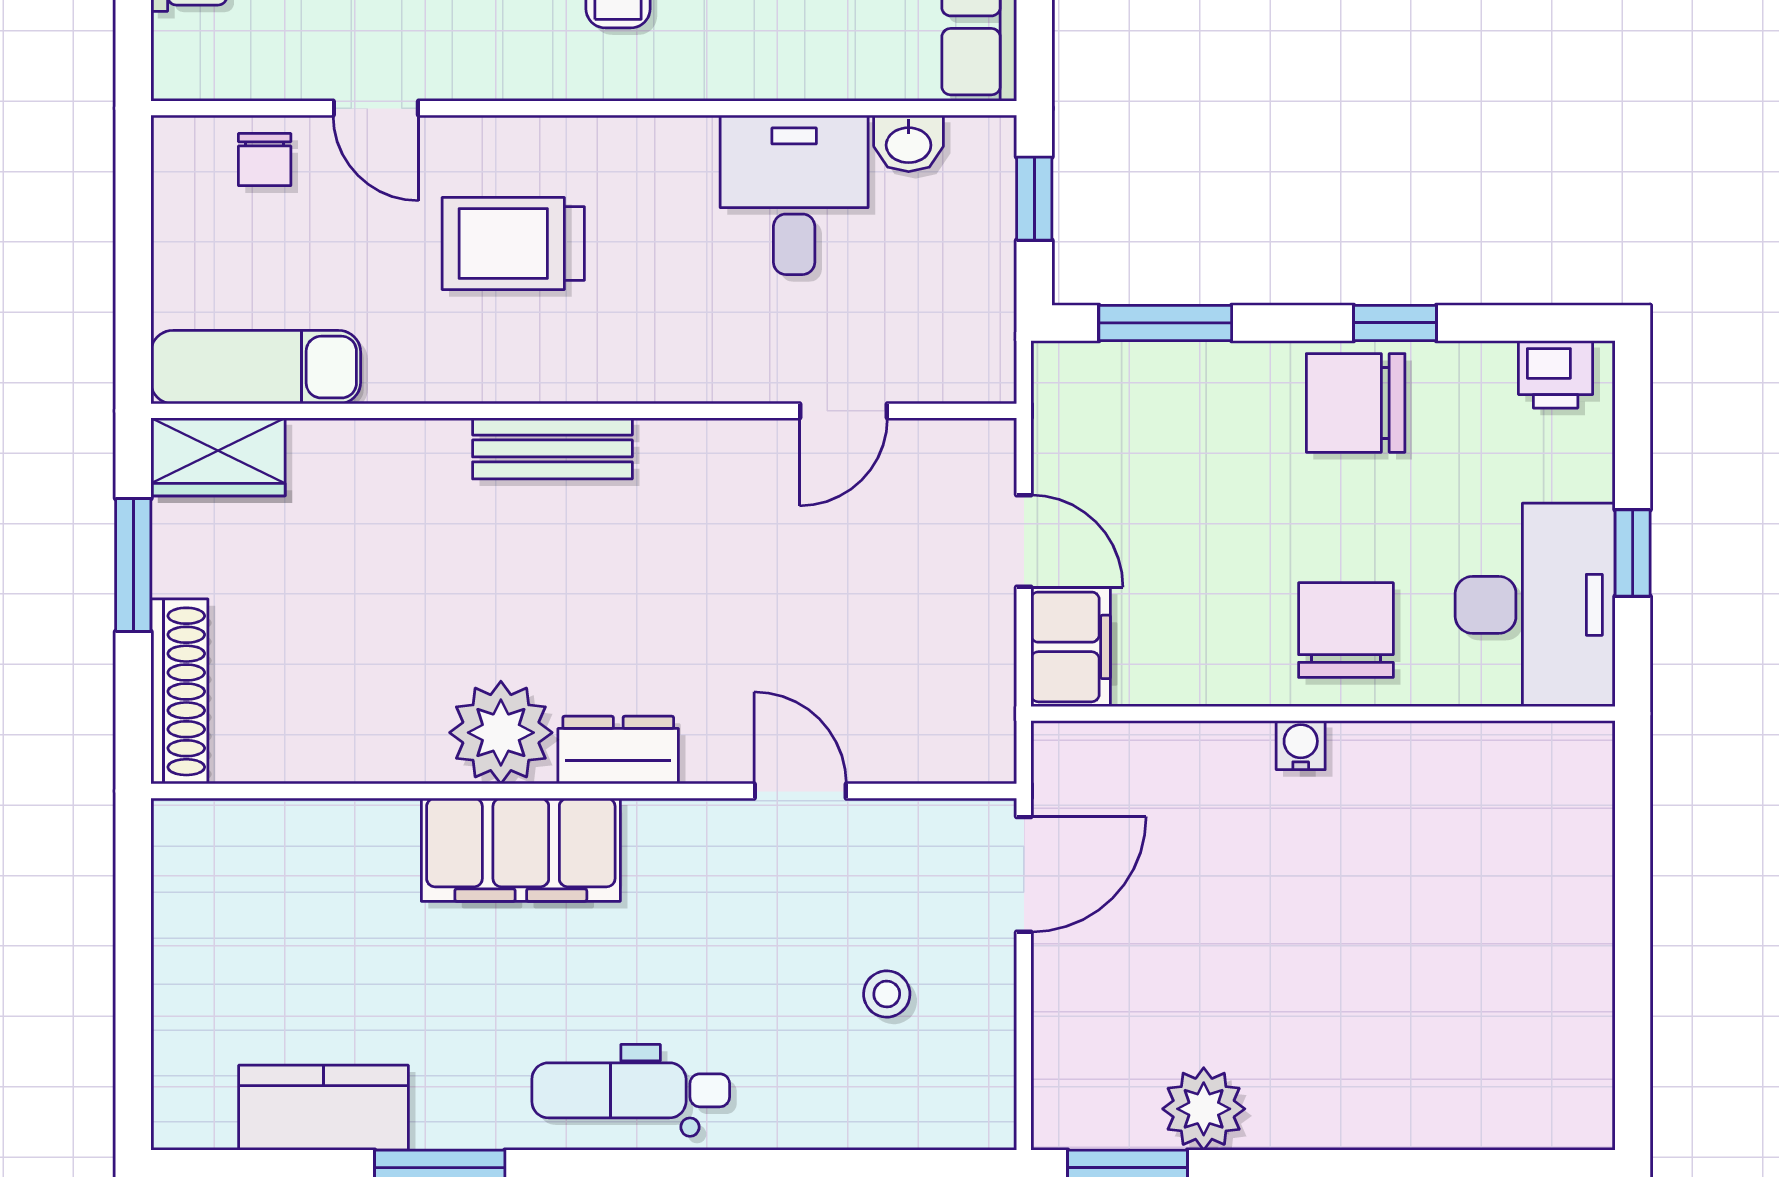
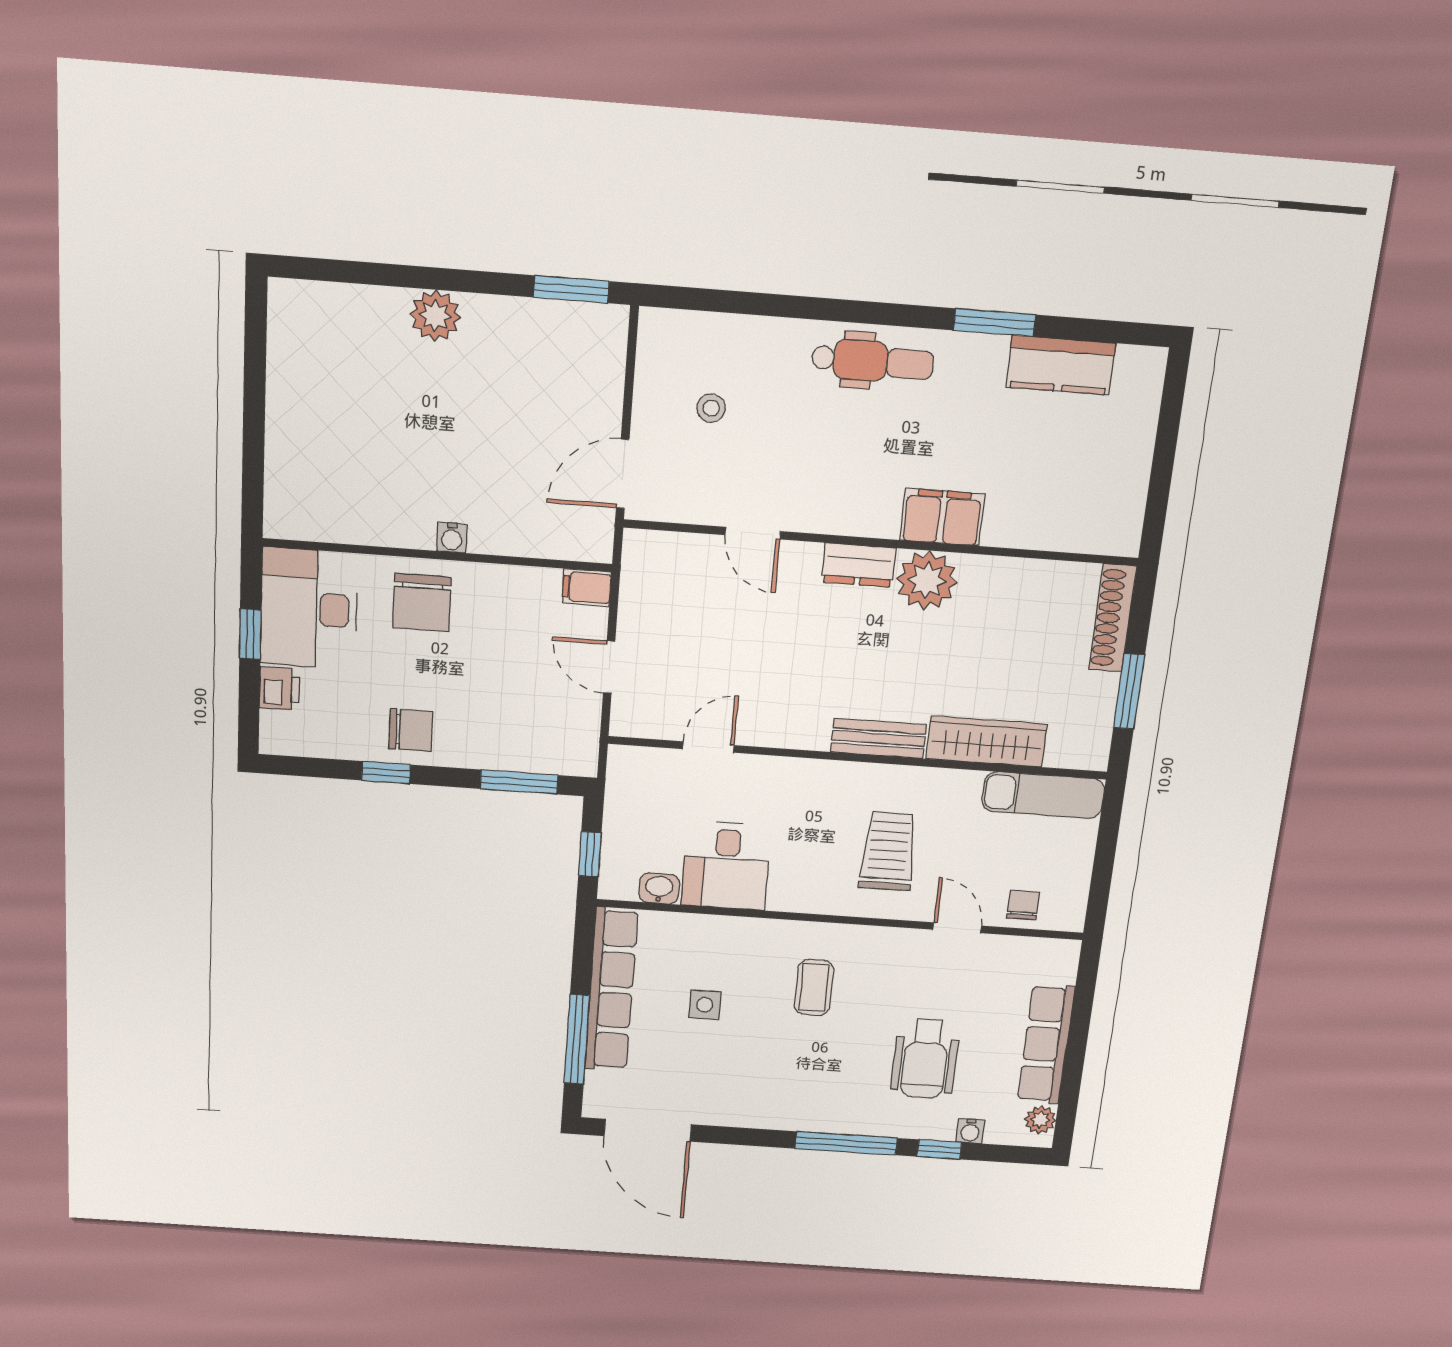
trolley: (513, 243) -> (888, 851), turned -90
printer: (1556, 374) -> (280, 689), moved, turned 90
chair: (1356, 403) -> (411, 730), width x0.73, depth x0.73
wardrobe: (218, 457) -> (986, 742), moved, width x1.50
filing cabinet: (1071, 647) -> (587, 588), width x0.50
filing cabinet: (521, 850) -> (942, 517), width x0.67, depth x0.86
plant: (1204, 1109) -> (435, 316), moved

